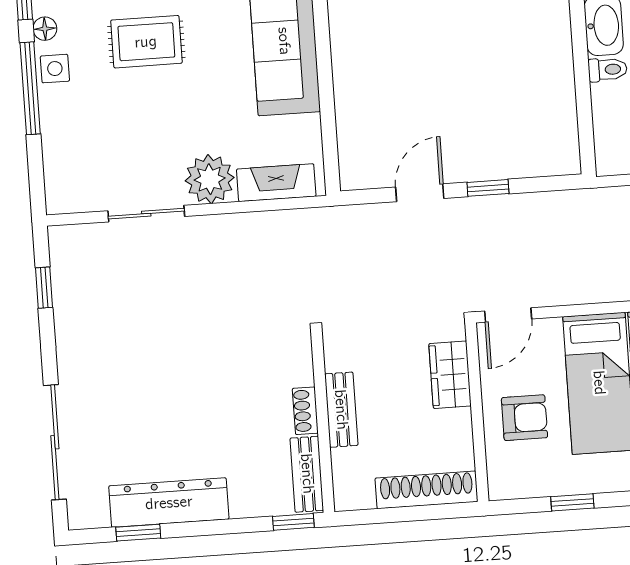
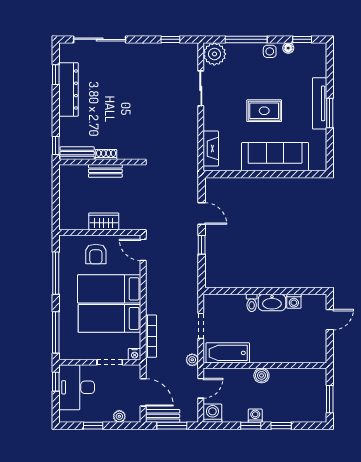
rug: (146, 42) -> (264, 111), moved, turned 90
window: (30, 88) -> (246, 39), moved
plant: (210, 179) -> (214, 54), moved
wardrobe: (450, 375) -> (104, 222), moved
shoe rack: (427, 490) -> (66, 207), removed
window: (572, 502) -> (56, 273), width x2.17

